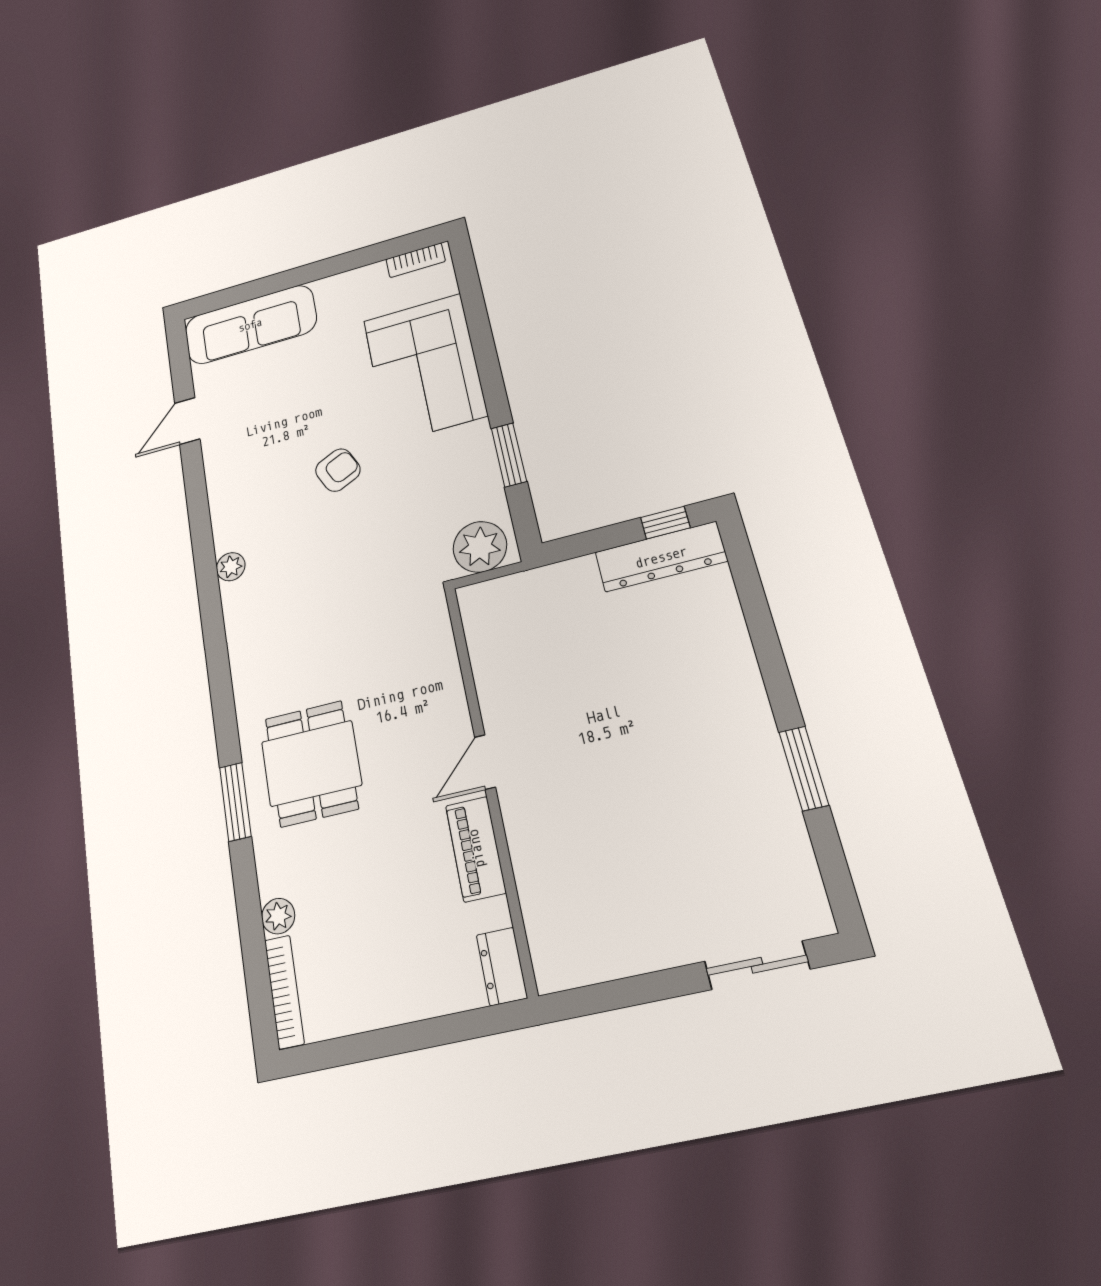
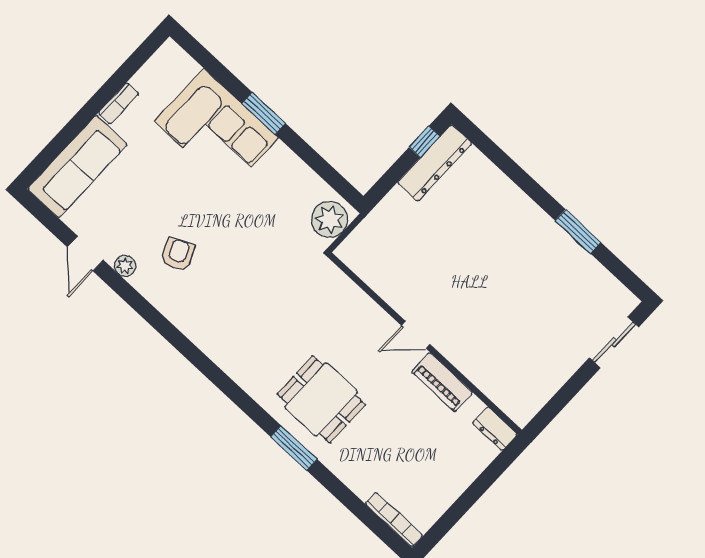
bookcase: (416, 260) -> (118, 103), moved
window: (509, 455) -> (264, 113), moved
armchair: (338, 470) -> (178, 255), moved
plant: (231, 567) -> (125, 266), moved
door: (485, 762) -> (416, 335), hinge flipped
plant: (278, 916) -> (363, 487), removed

